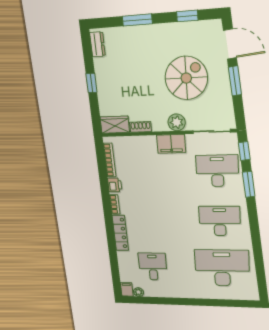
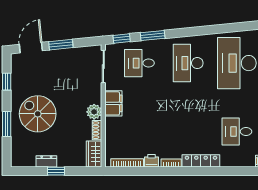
dresser: (97, 44) -> (46, 161), moved
spiral stairs: (186, 78) -> (38, 114), moved
plant: (177, 122) -> (94, 112), moved
desk: (217, 171) -> (139, 63), width x0.73

